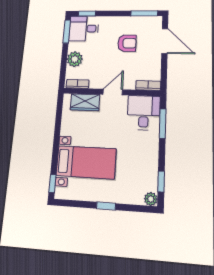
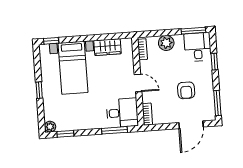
window: (87, 14) -> (214, 62), moved
wardrobe: (85, 102) -> (108, 47), moved, turned -90

